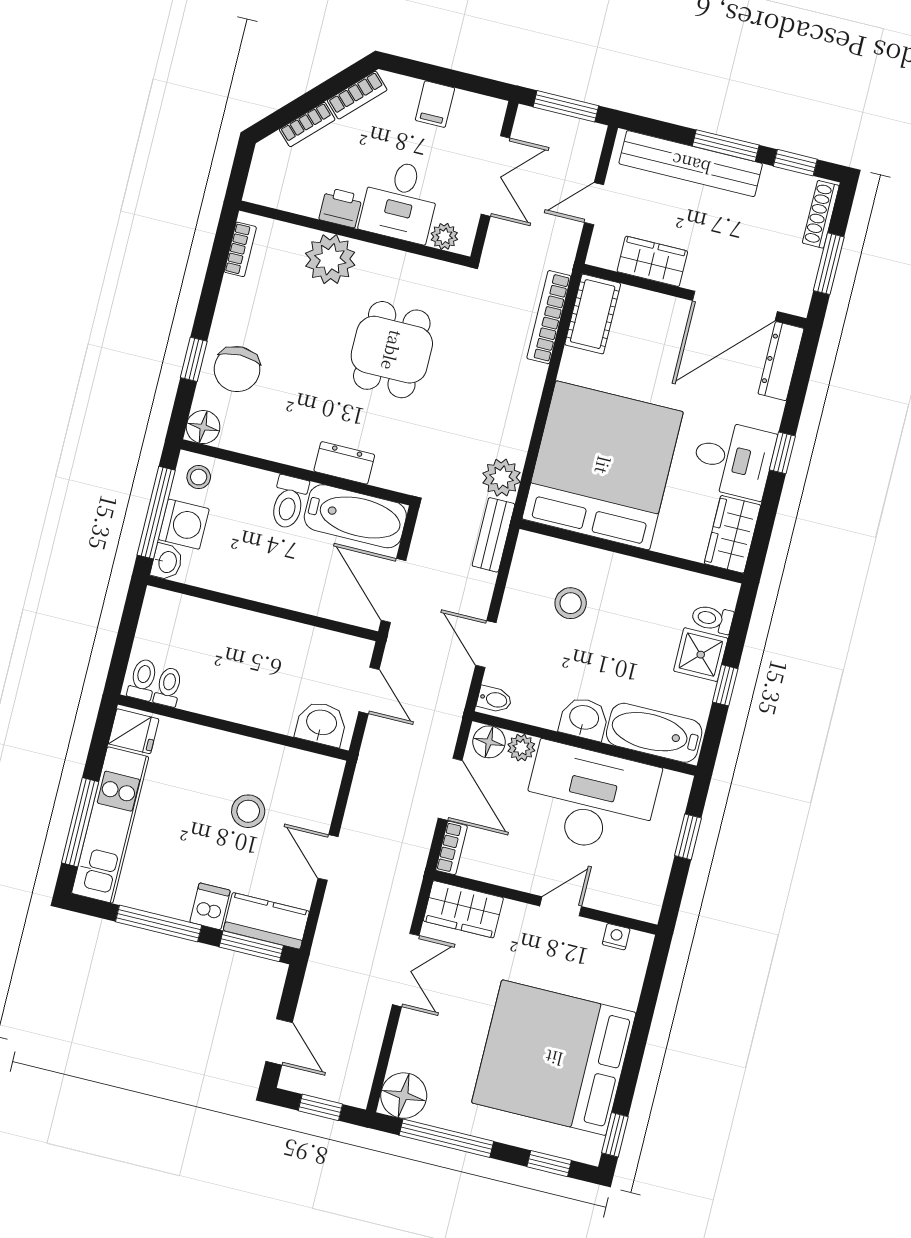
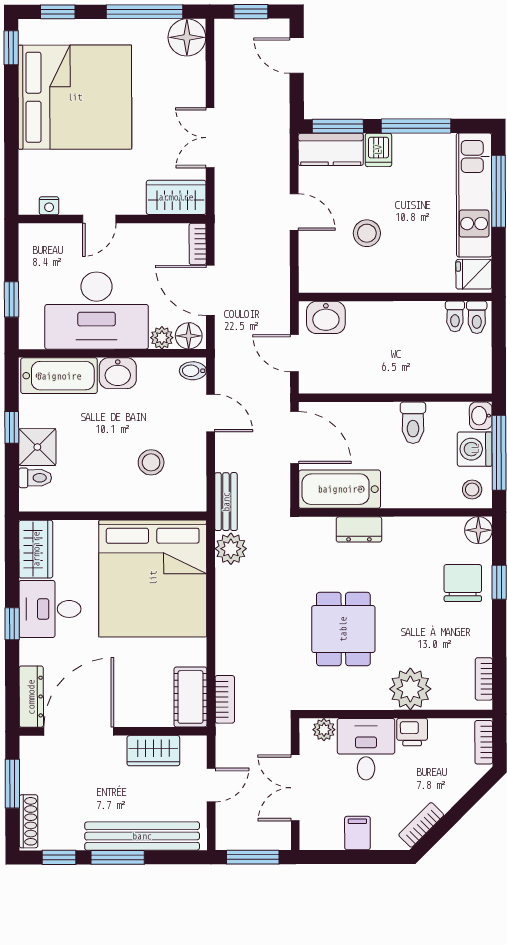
bookcase: (307, 124) -> (484, 742), moved, turned -45
bookcase: (549, 317) -> (225, 699), width x0.64
toilet: (289, 502) -> (413, 423), moved, turned 180

